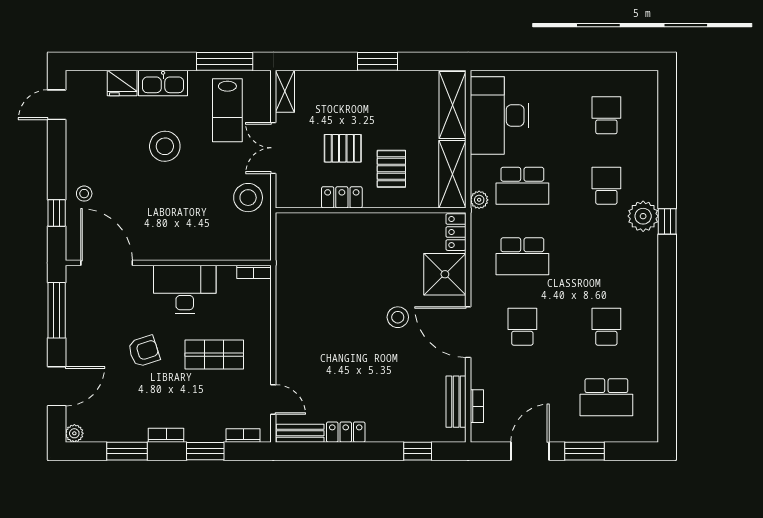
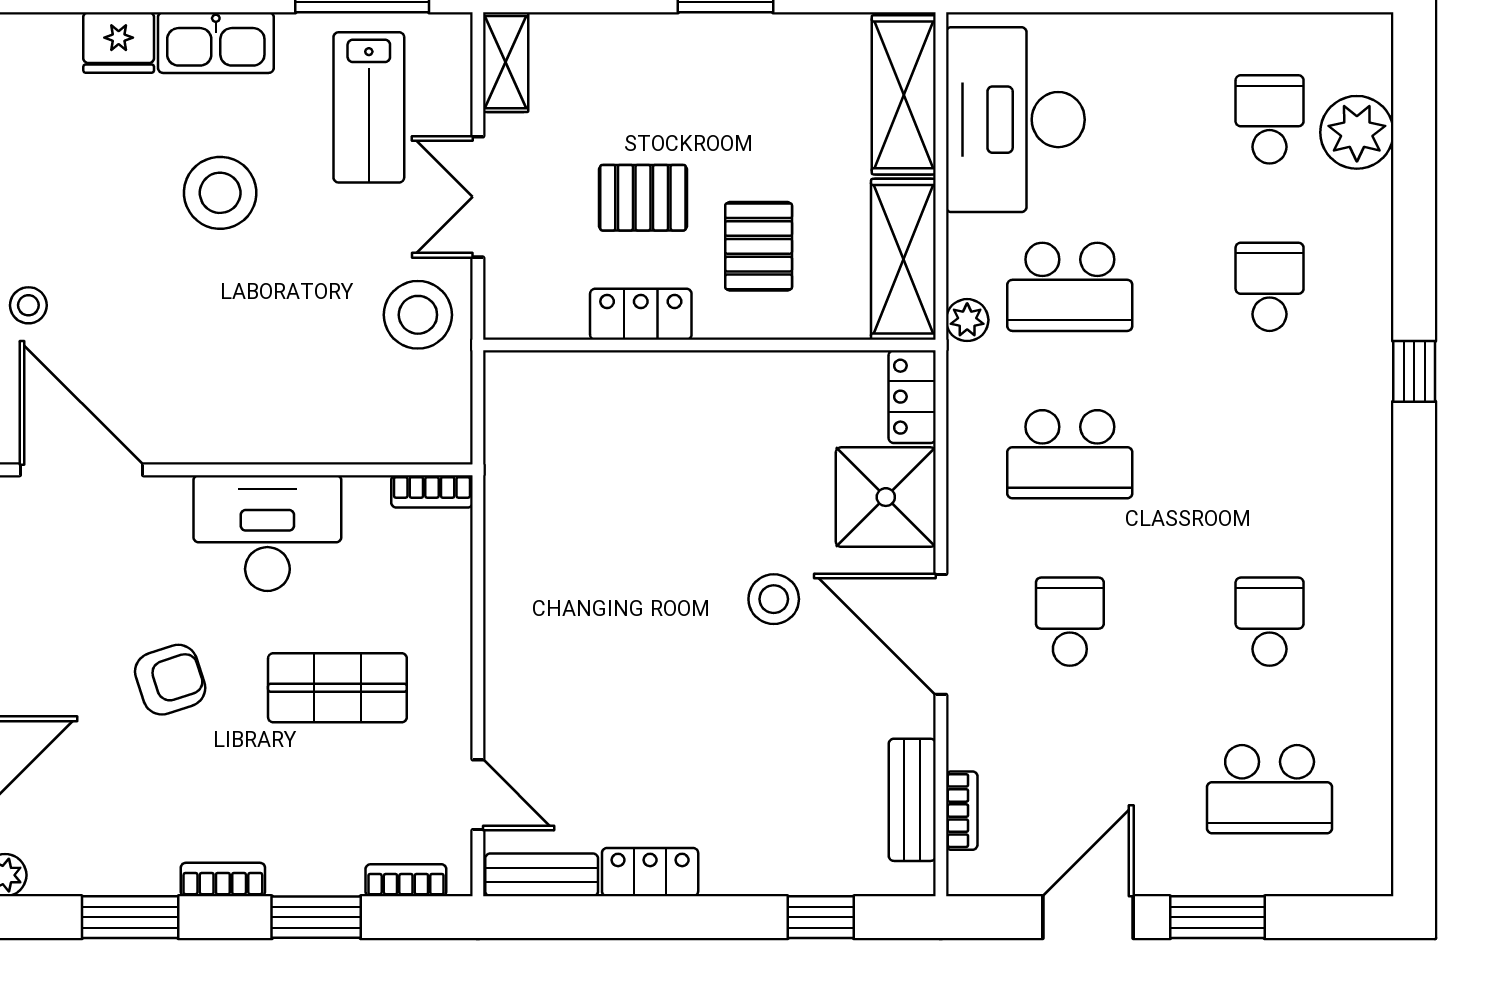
plant: (643, 216) -> (1357, 132), moved

